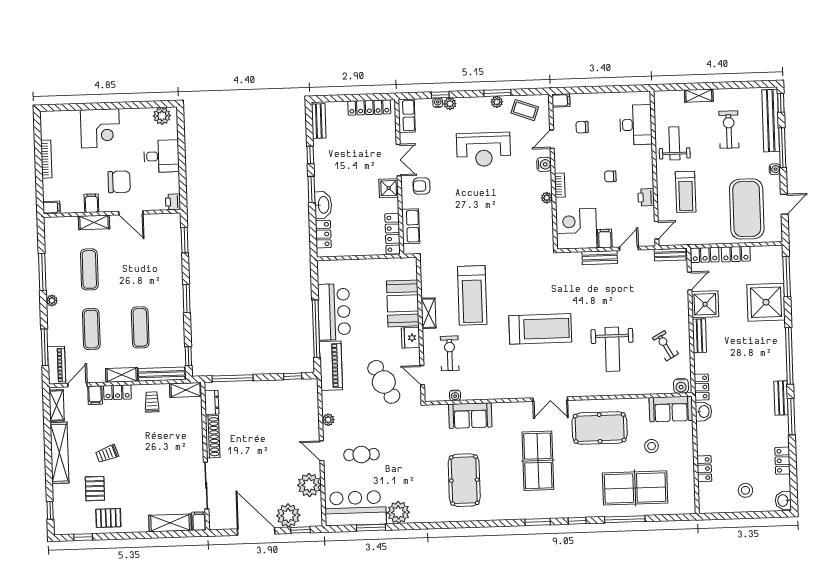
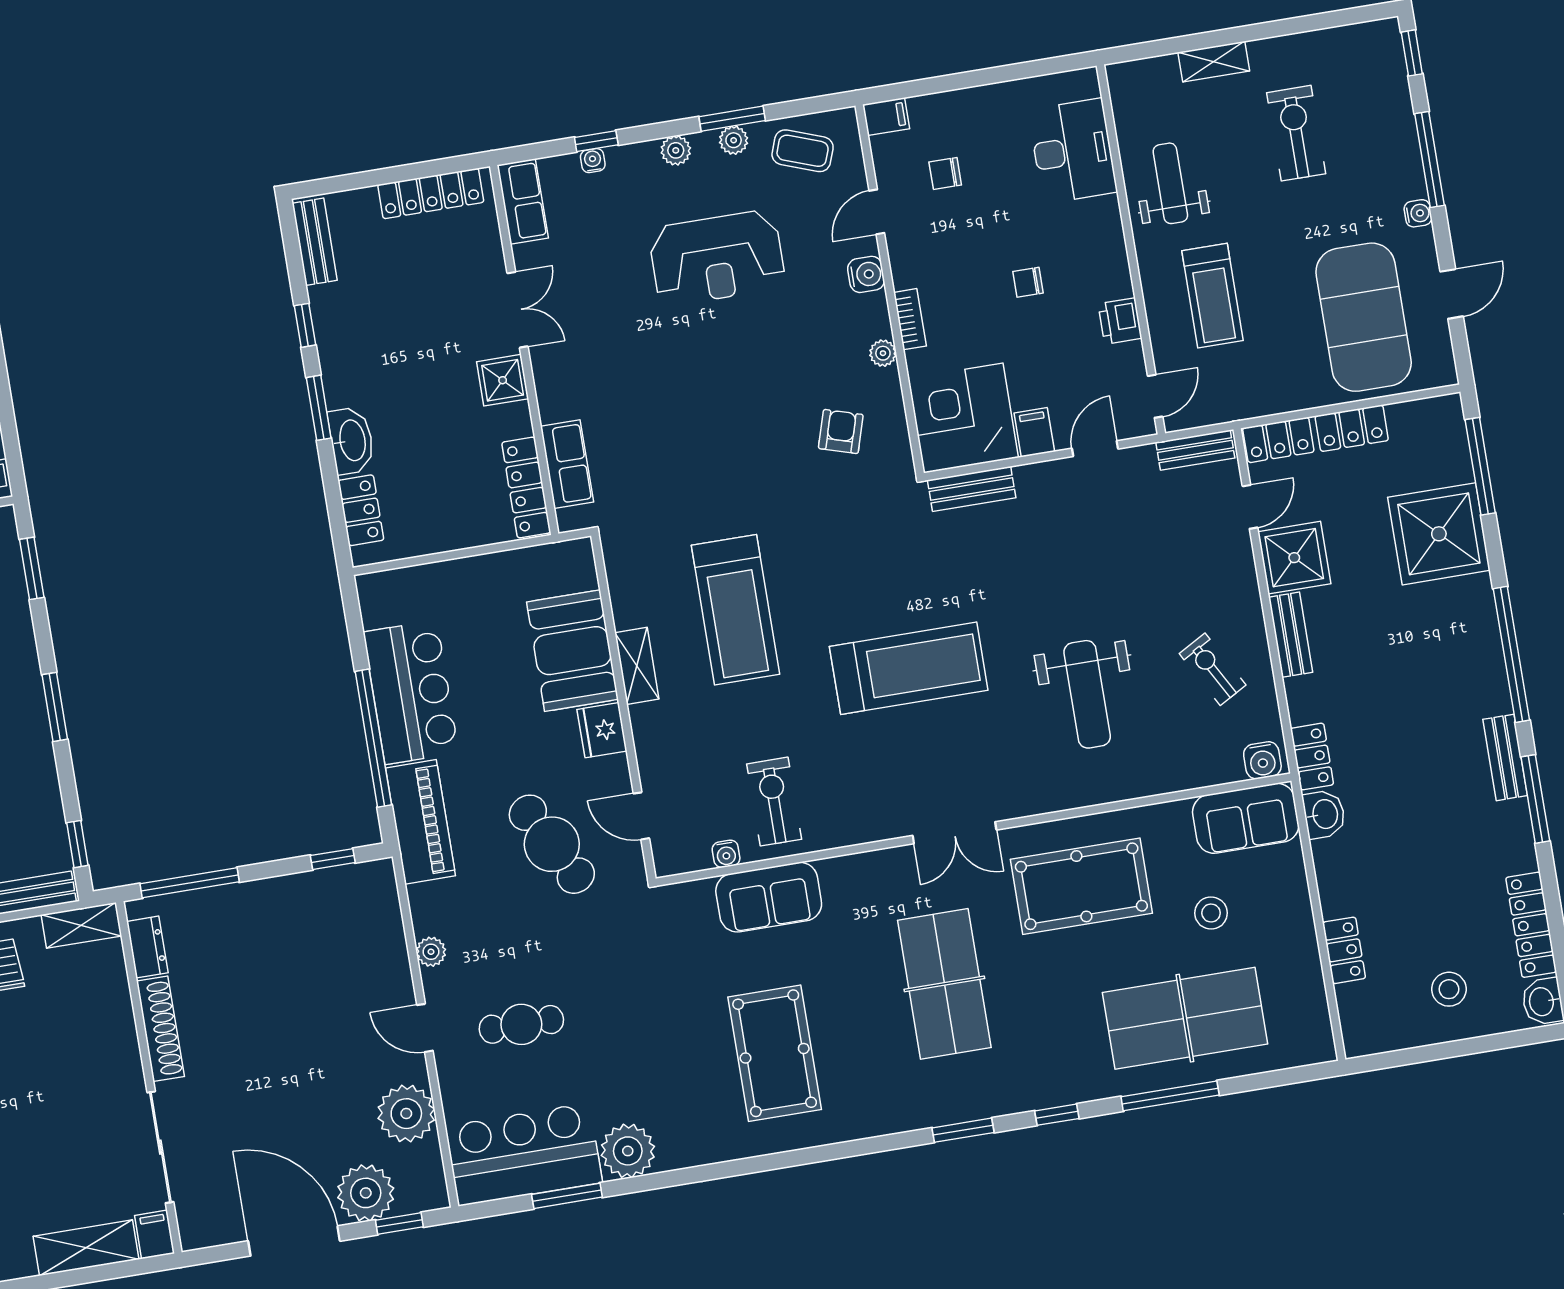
plant: (450, 104) -> (676, 150), moved
bench: (771, 121) -> (1393, 99), removed
armchair: (422, 186) -> (841, 432), moved, turned 107
bench: (600, 258) -> (972, 489), moved
exercise bike: (450, 353) -> (774, 802), moved
locker: (783, 461) -> (1531, 925), width x1.53

